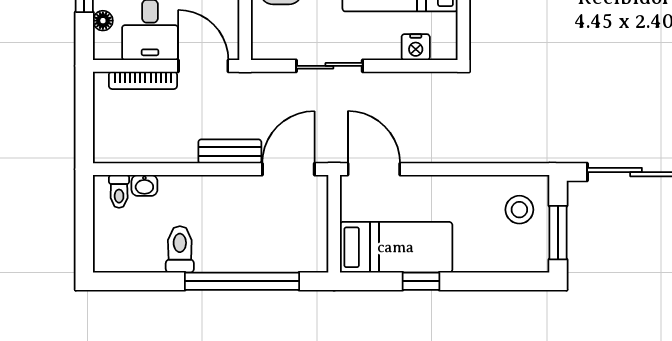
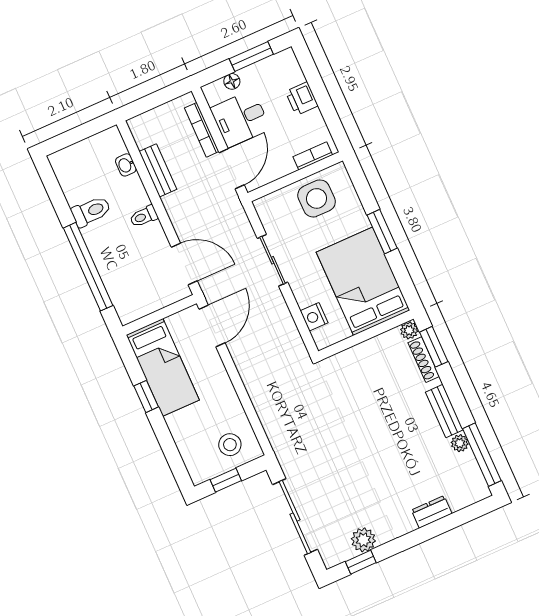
bench: (230, 151) -> (158, 170), moved
toilet: (119, 191) -> (144, 216), moved
window: (558, 233) -> (226, 480), width x0.67

